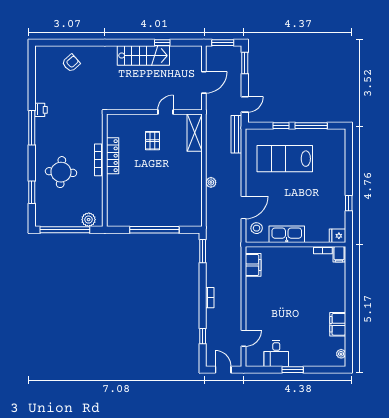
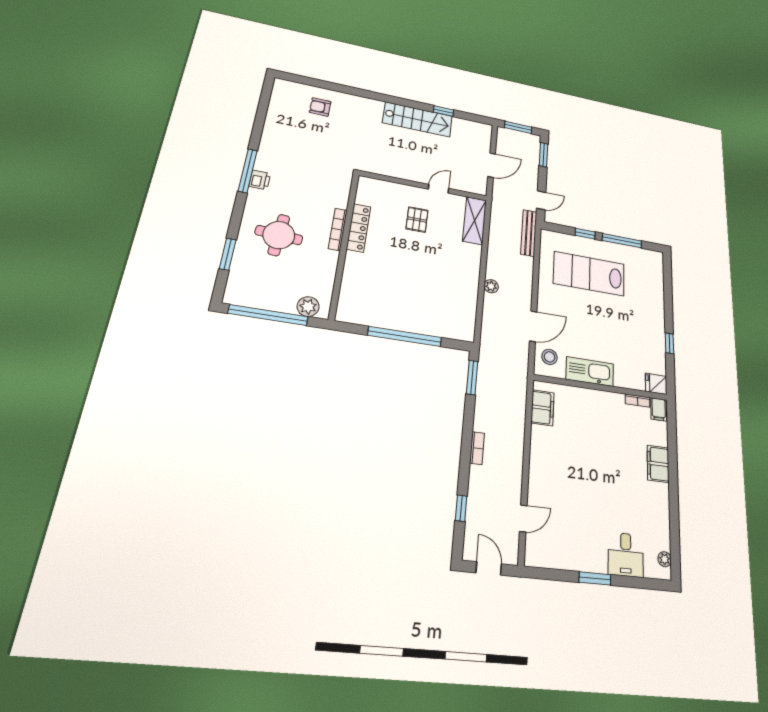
armchair: (71, 63) -> (320, 107), turned -138
printer: (41, 110) -> (260, 180), moved
filing cabinet: (338, 324) -> (658, 464), moved
desk: (276, 354) -> (626, 555), moved

